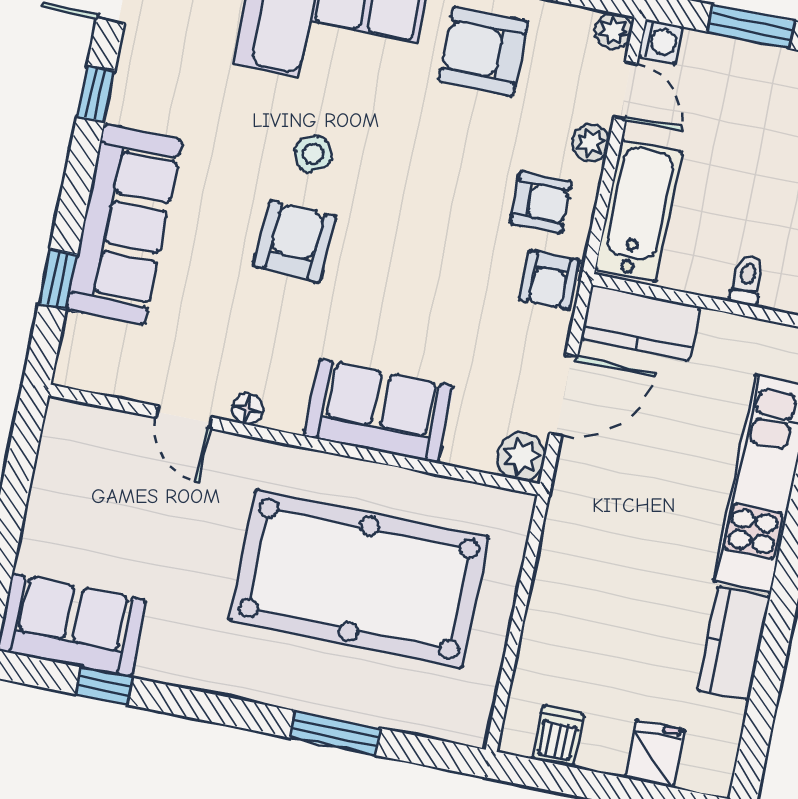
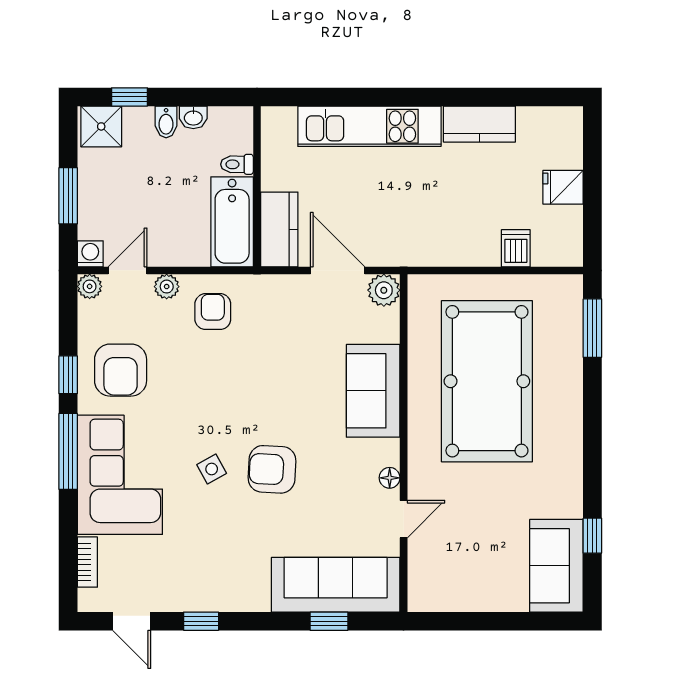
bathtub: (639, 210) -> (232, 222), moved, turned -90
sofa: (124, 225) -> (336, 585), moved
armchair: (549, 280) -> (263, 295), removed
window: (335, 733) -> (592, 328), moved
dishwasher: (558, 736) -> (516, 248), moved, turned 90
fridge: (655, 754) -> (563, 187), moved

